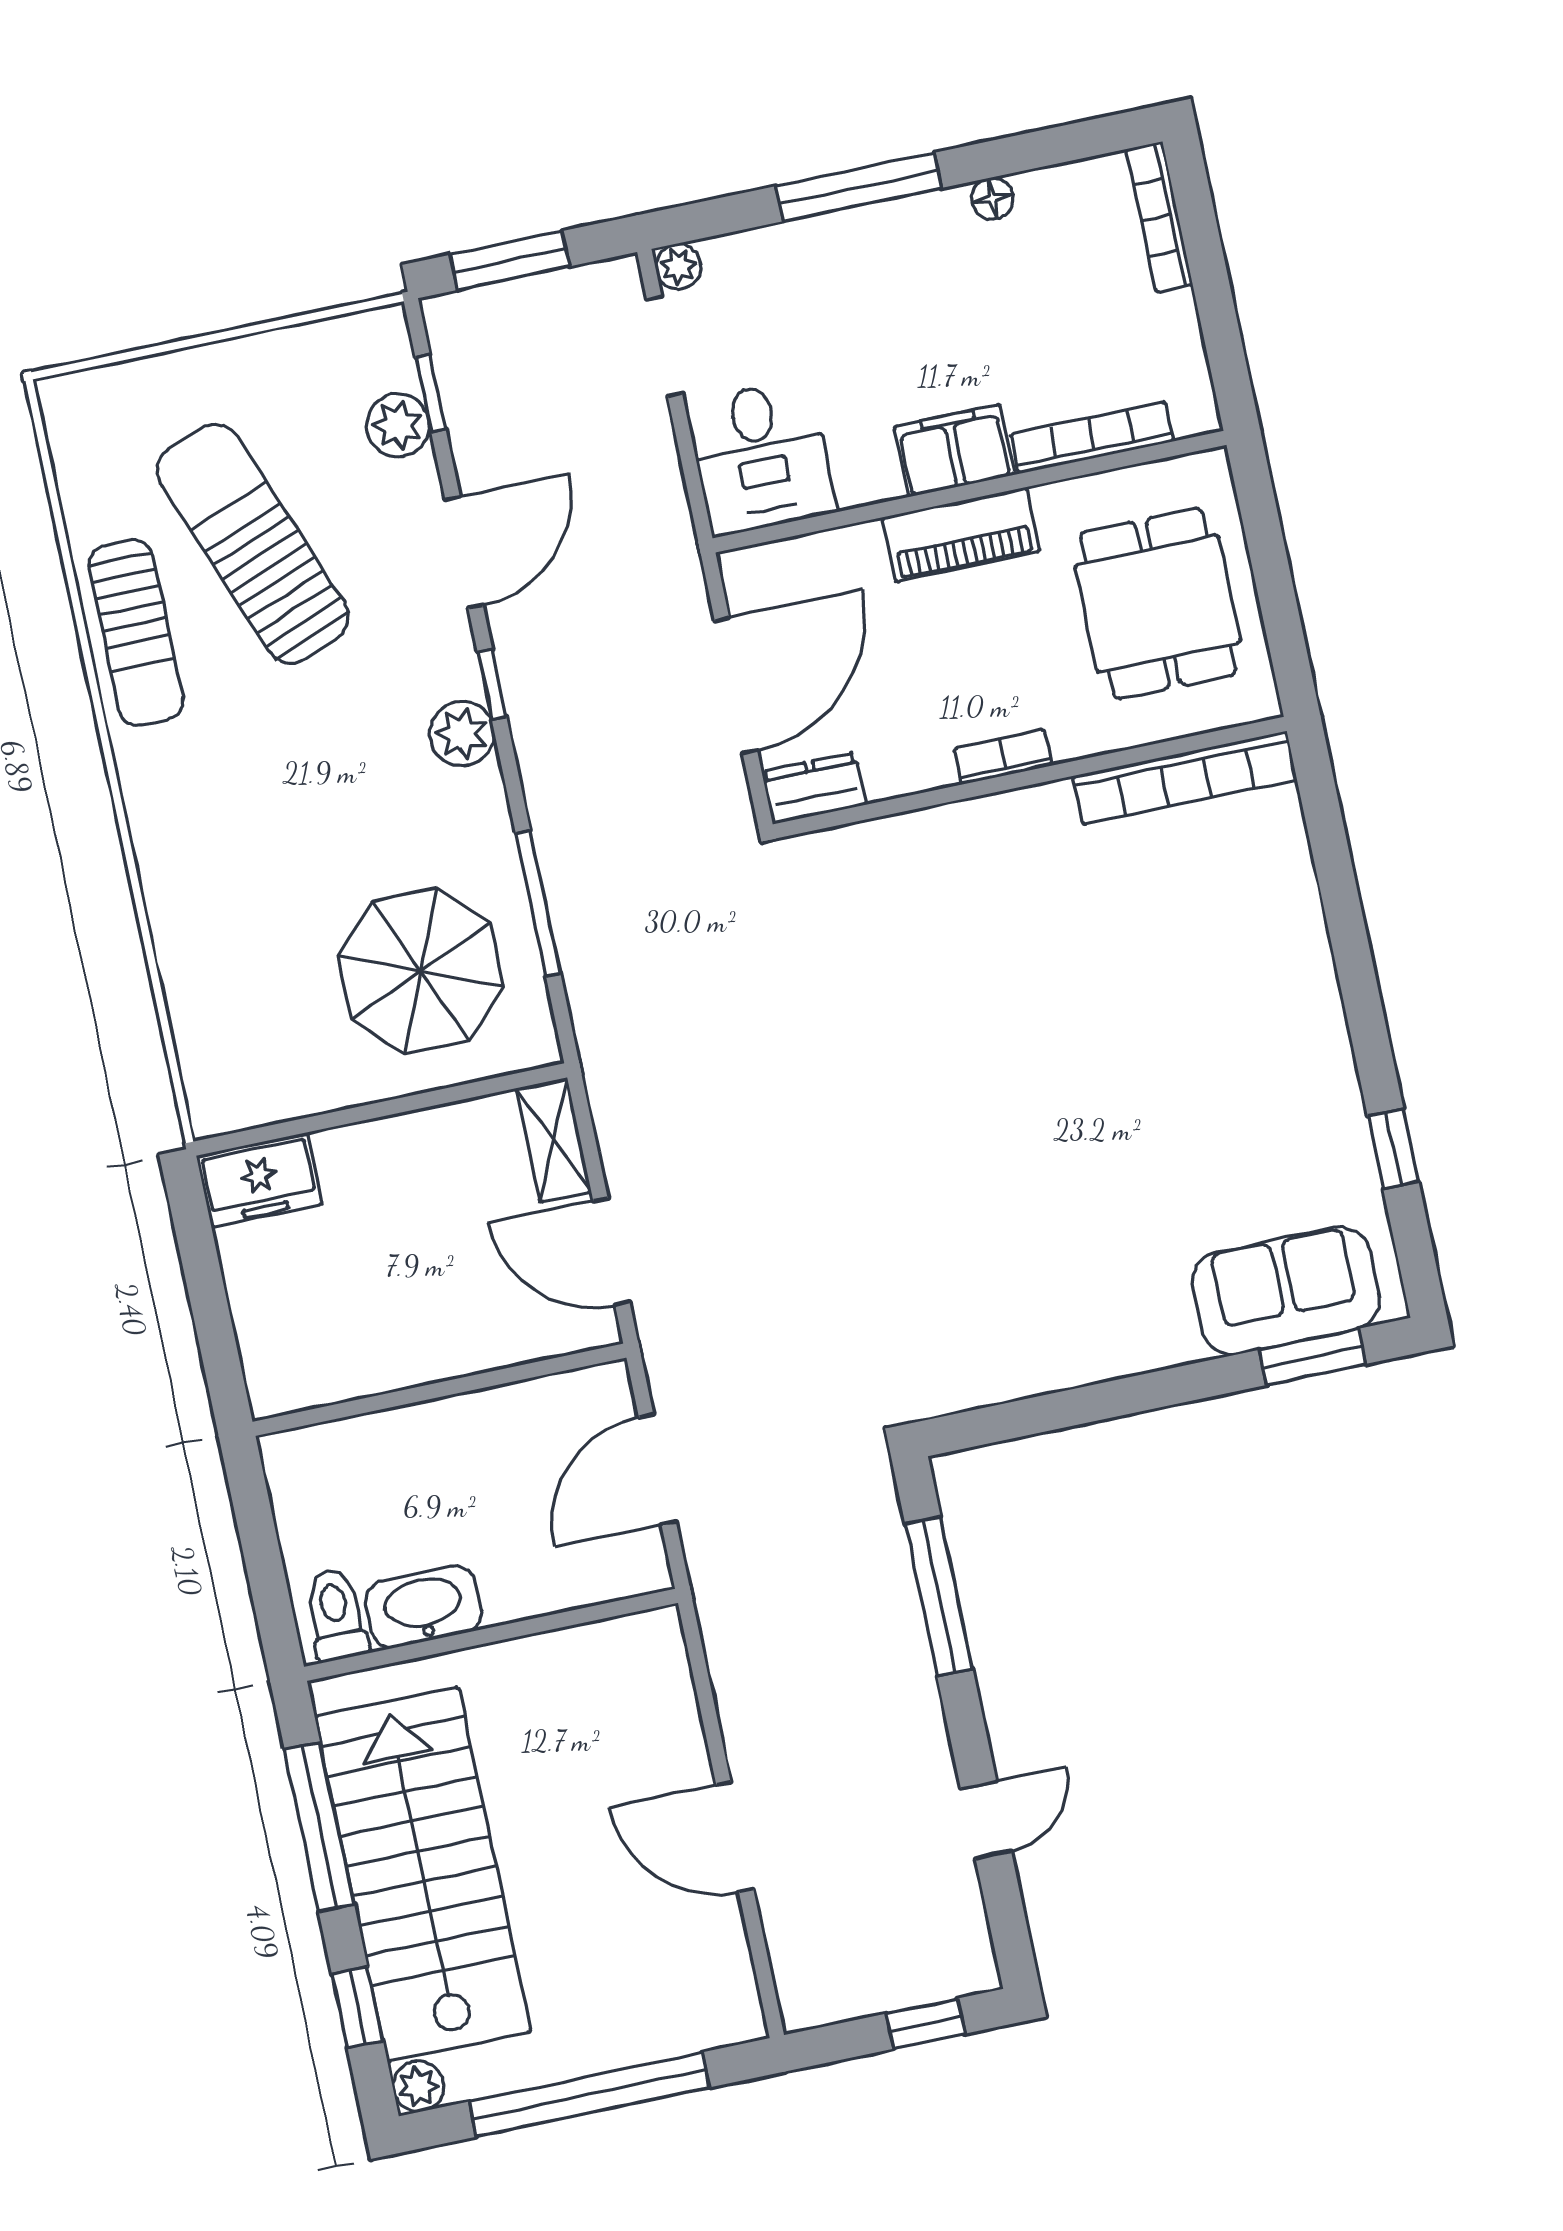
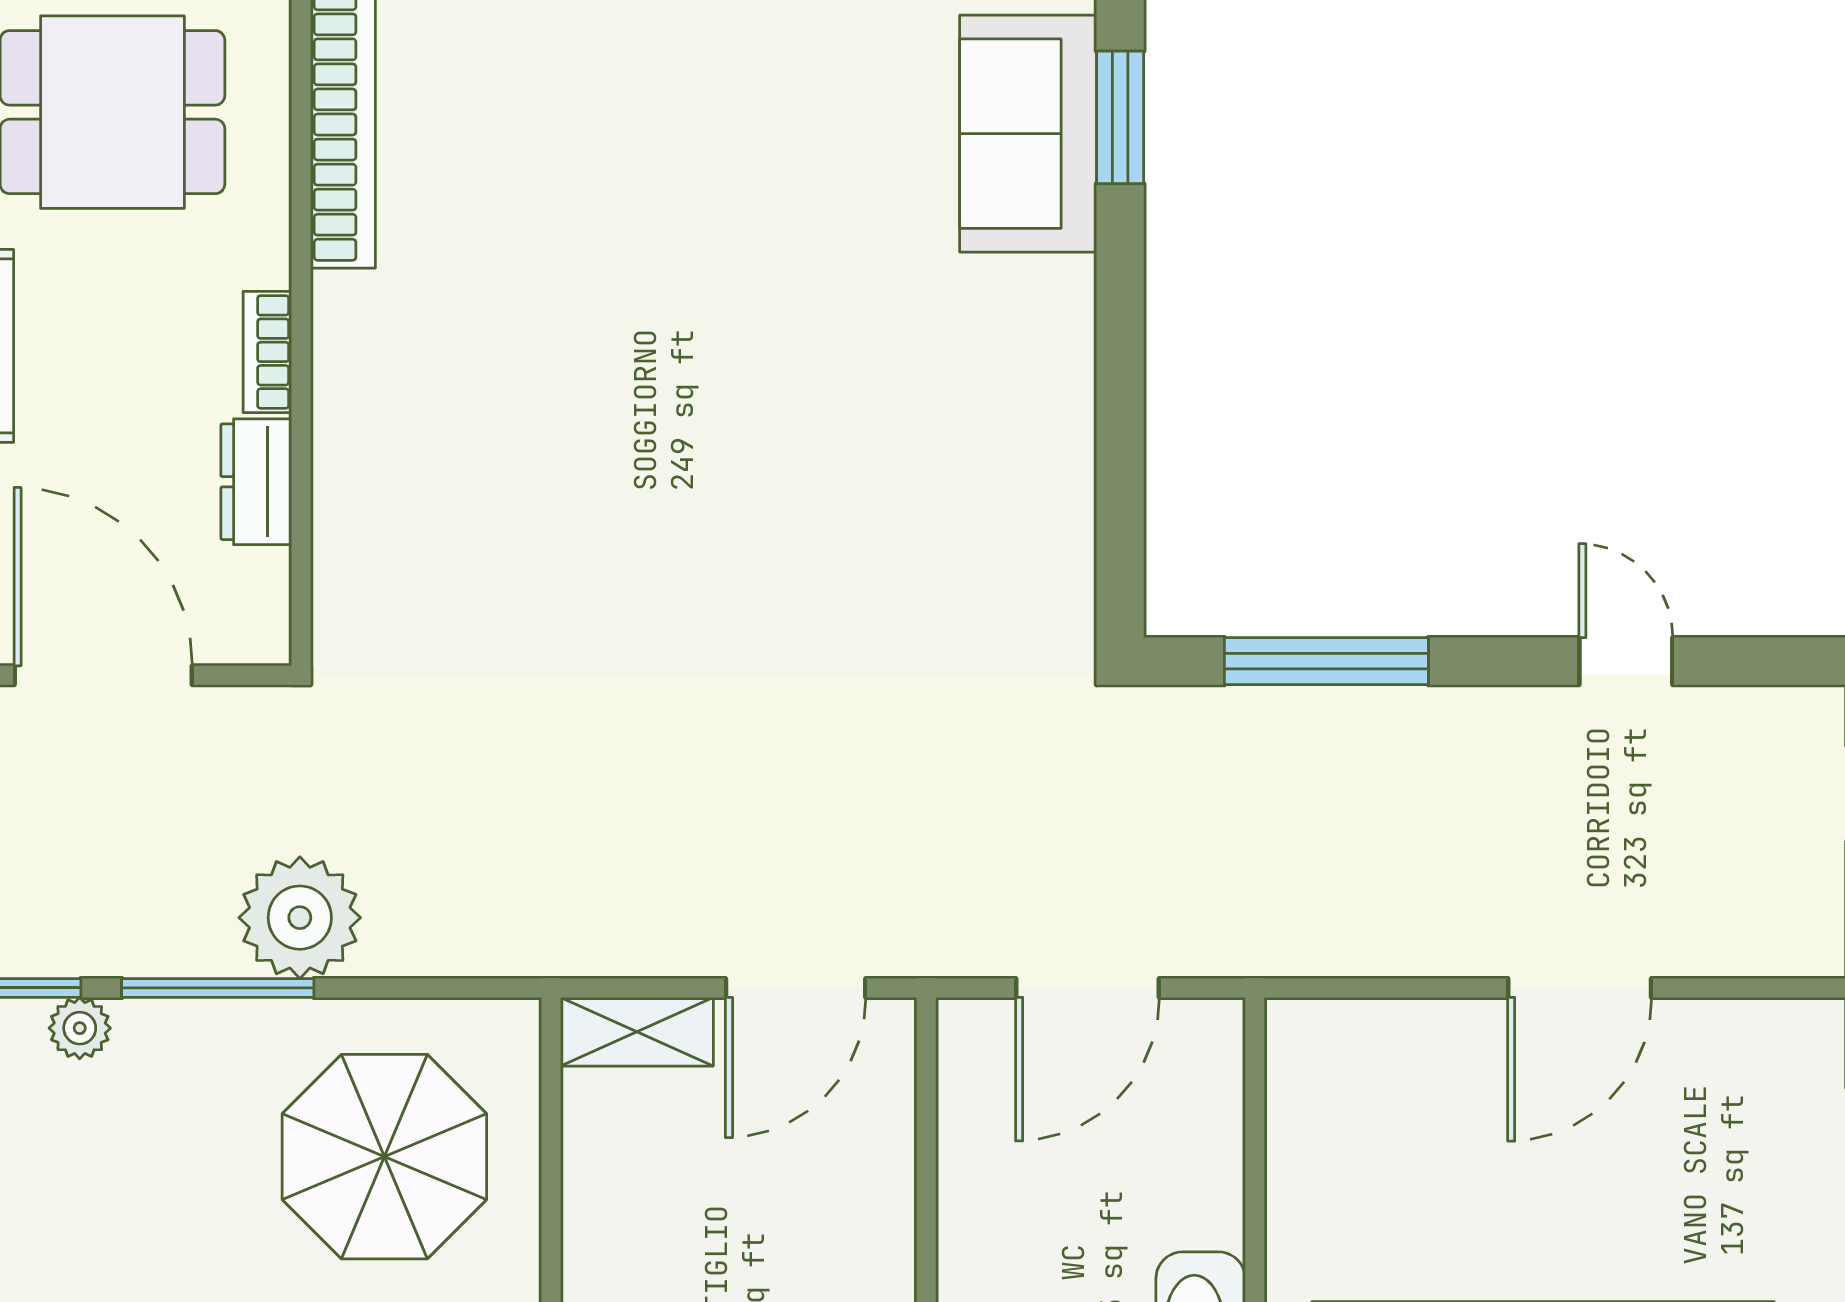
plant: (462, 734) -> (80, 1028), width x0.73, depth x0.73
dresser: (814, 788) -> (256, 482), moved
plant: (586, 870) -> (300, 918), added
window: (538, 903) -> (218, 988), moved
door: (657, 1469) -> (1087, 988), hinge flipped

